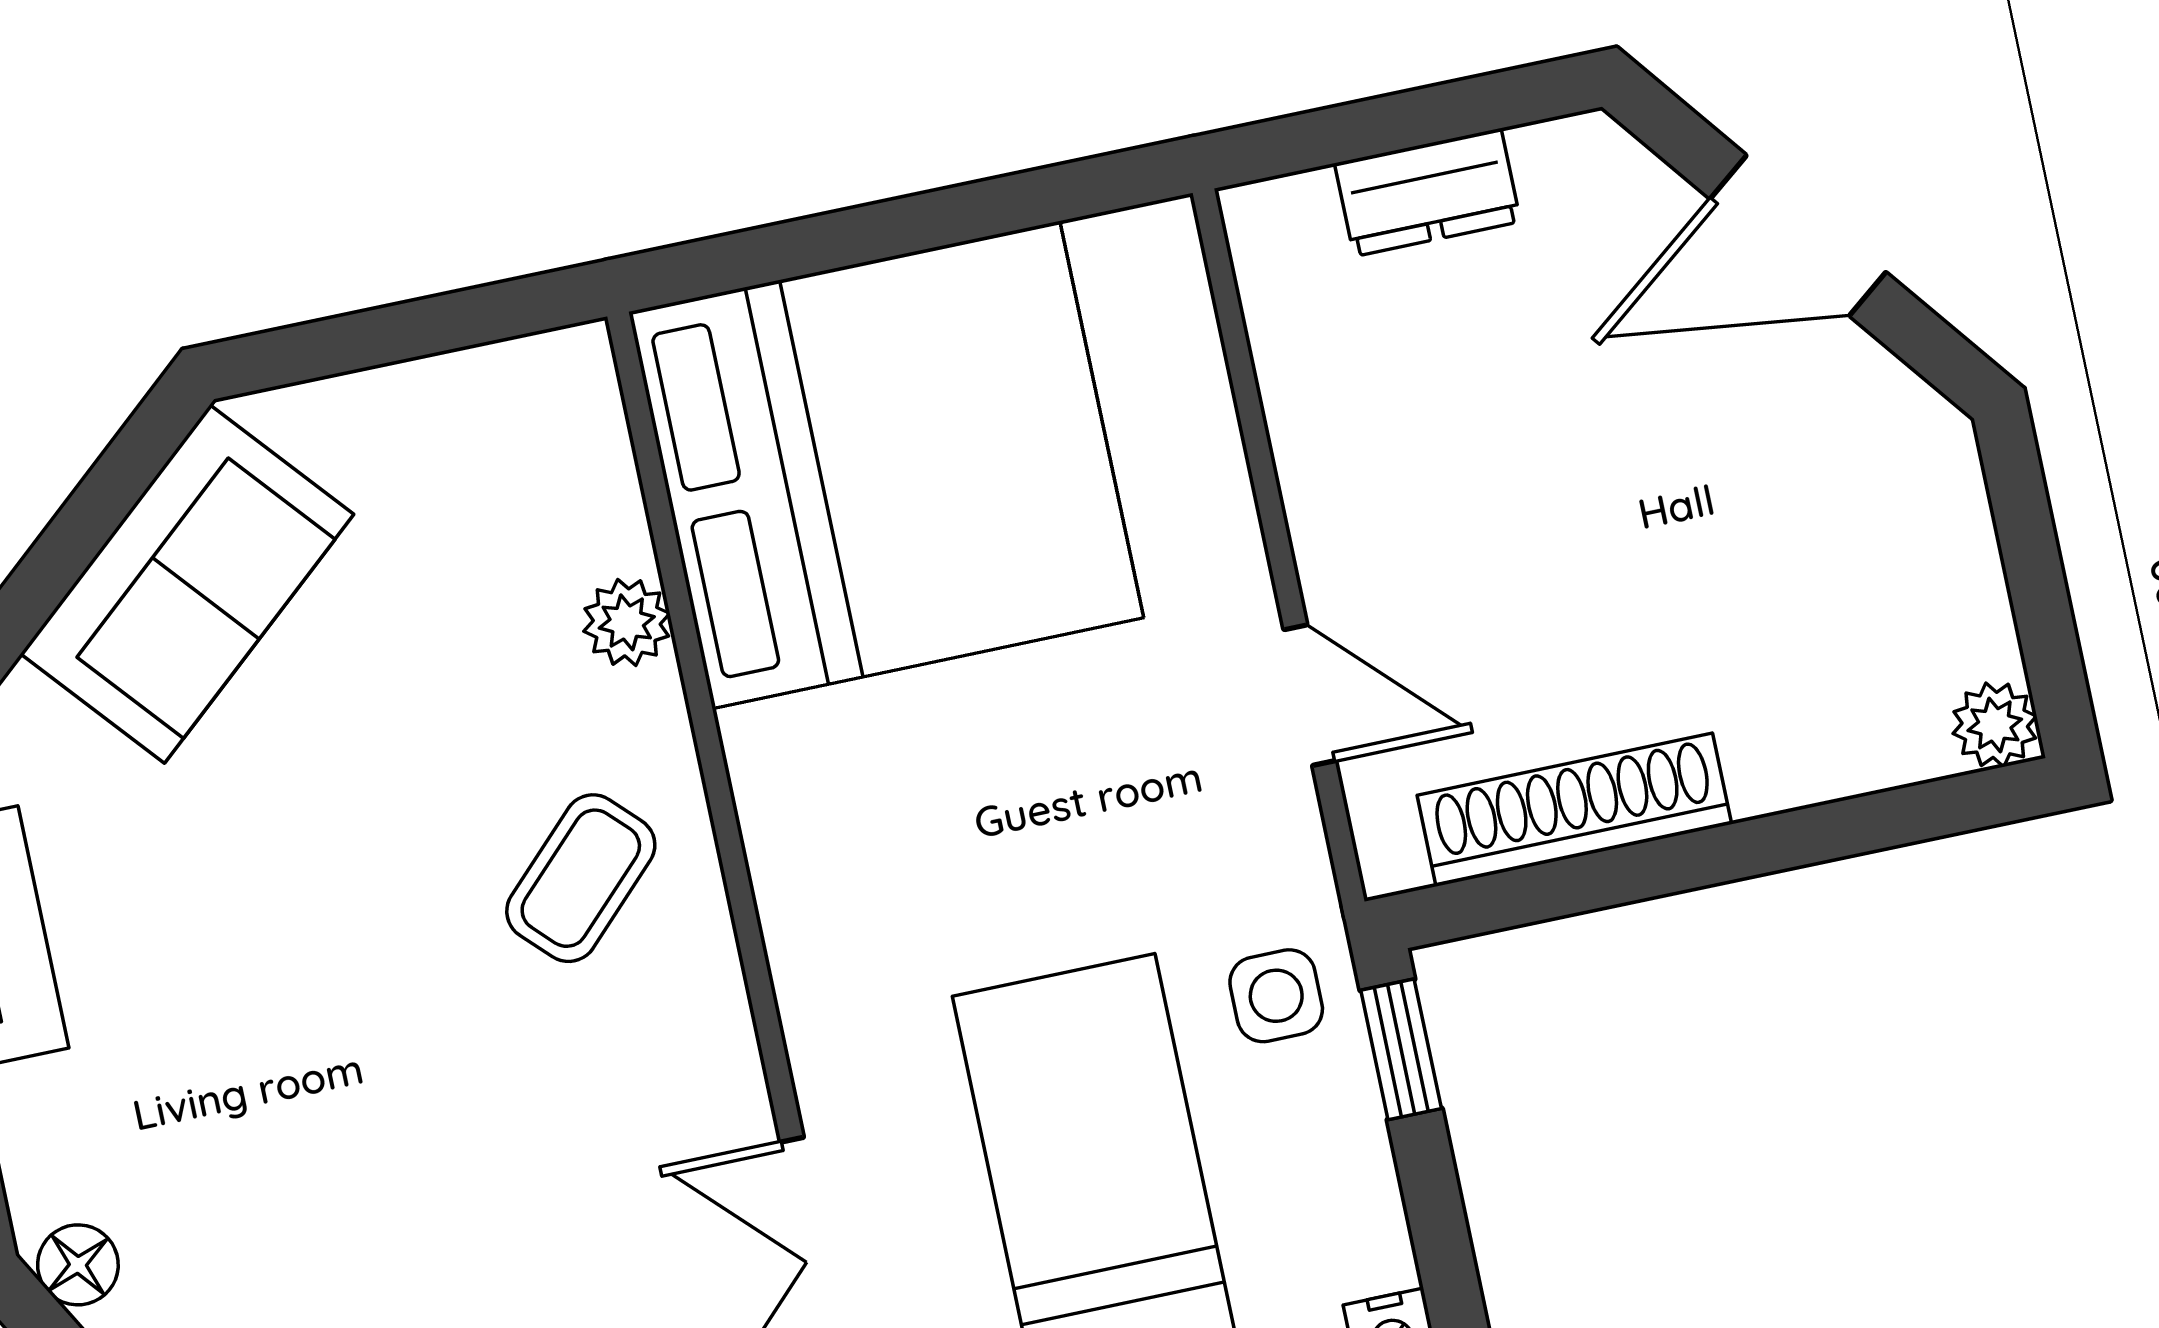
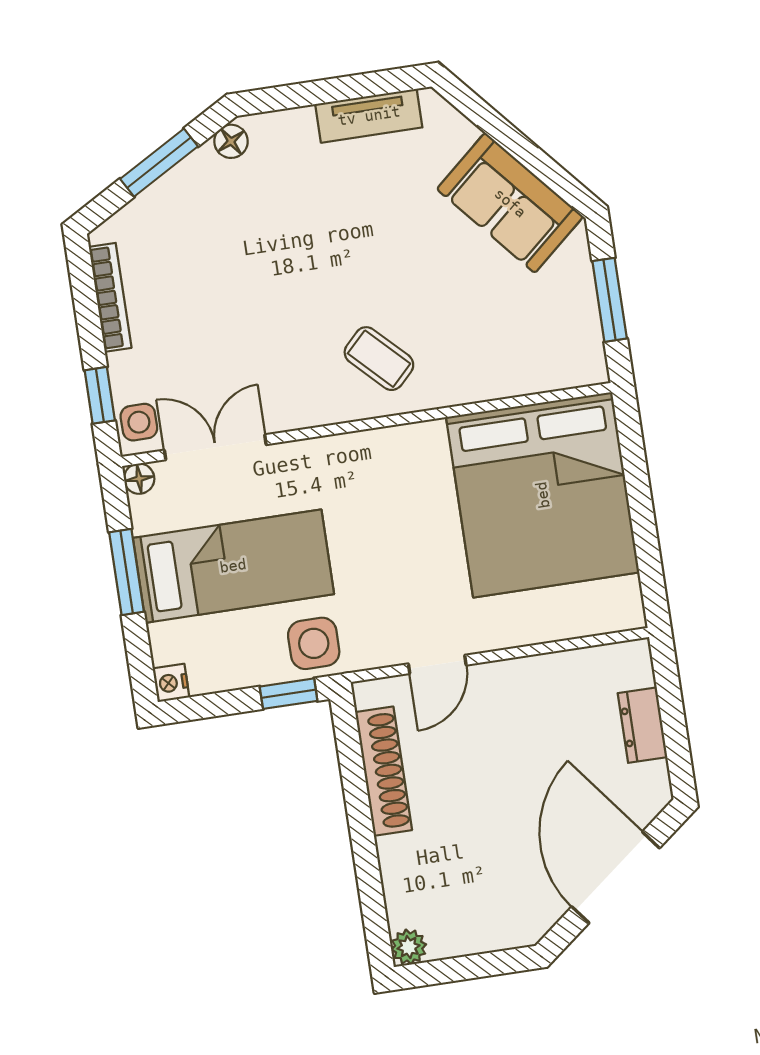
door: (1798, 235) -> (616, 877), width x1.36
window: (407, 331) -> (610, 300), added
plant: (627, 622) -> (484, 384), removed
side table: (1276, 996) -> (314, 643), width x1.37, depth x1.37

